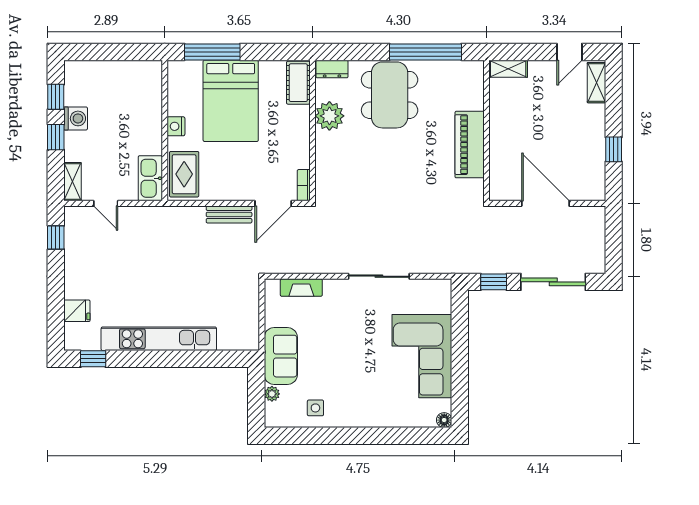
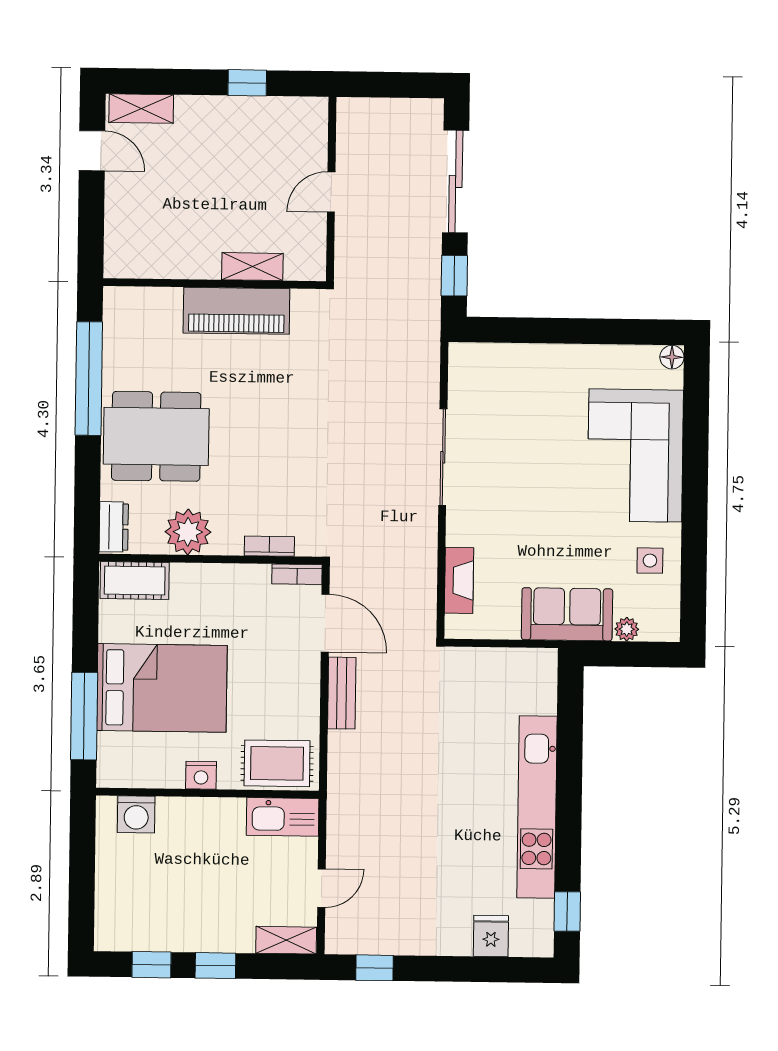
shelving: (508, 69) -> (252, 267), moved, turned 90
washing machine: (76, 118) -> (136, 814), moved, turned 180
bookcase: (321, 167) -> (269, 546), added
door: (545, 203) -> (331, 192), width x0.53
corner sofa: (422, 356) -> (635, 455), moved, turned 90

